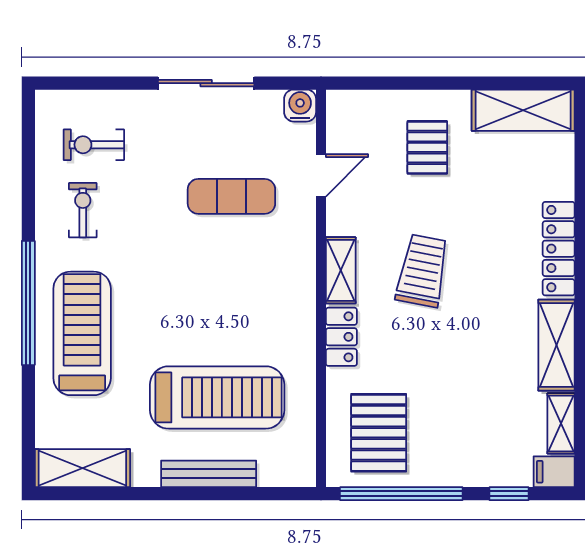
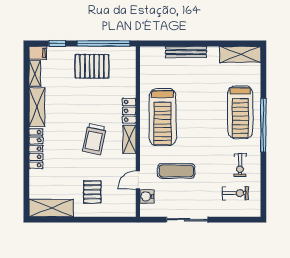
water cooler: (300, 106) -> (147, 196), moved, turned 90
treadmill: (217, 397) -> (163, 117), moved, turned -90
pallet: (379, 433) -> (92, 66), moved, turned 90

